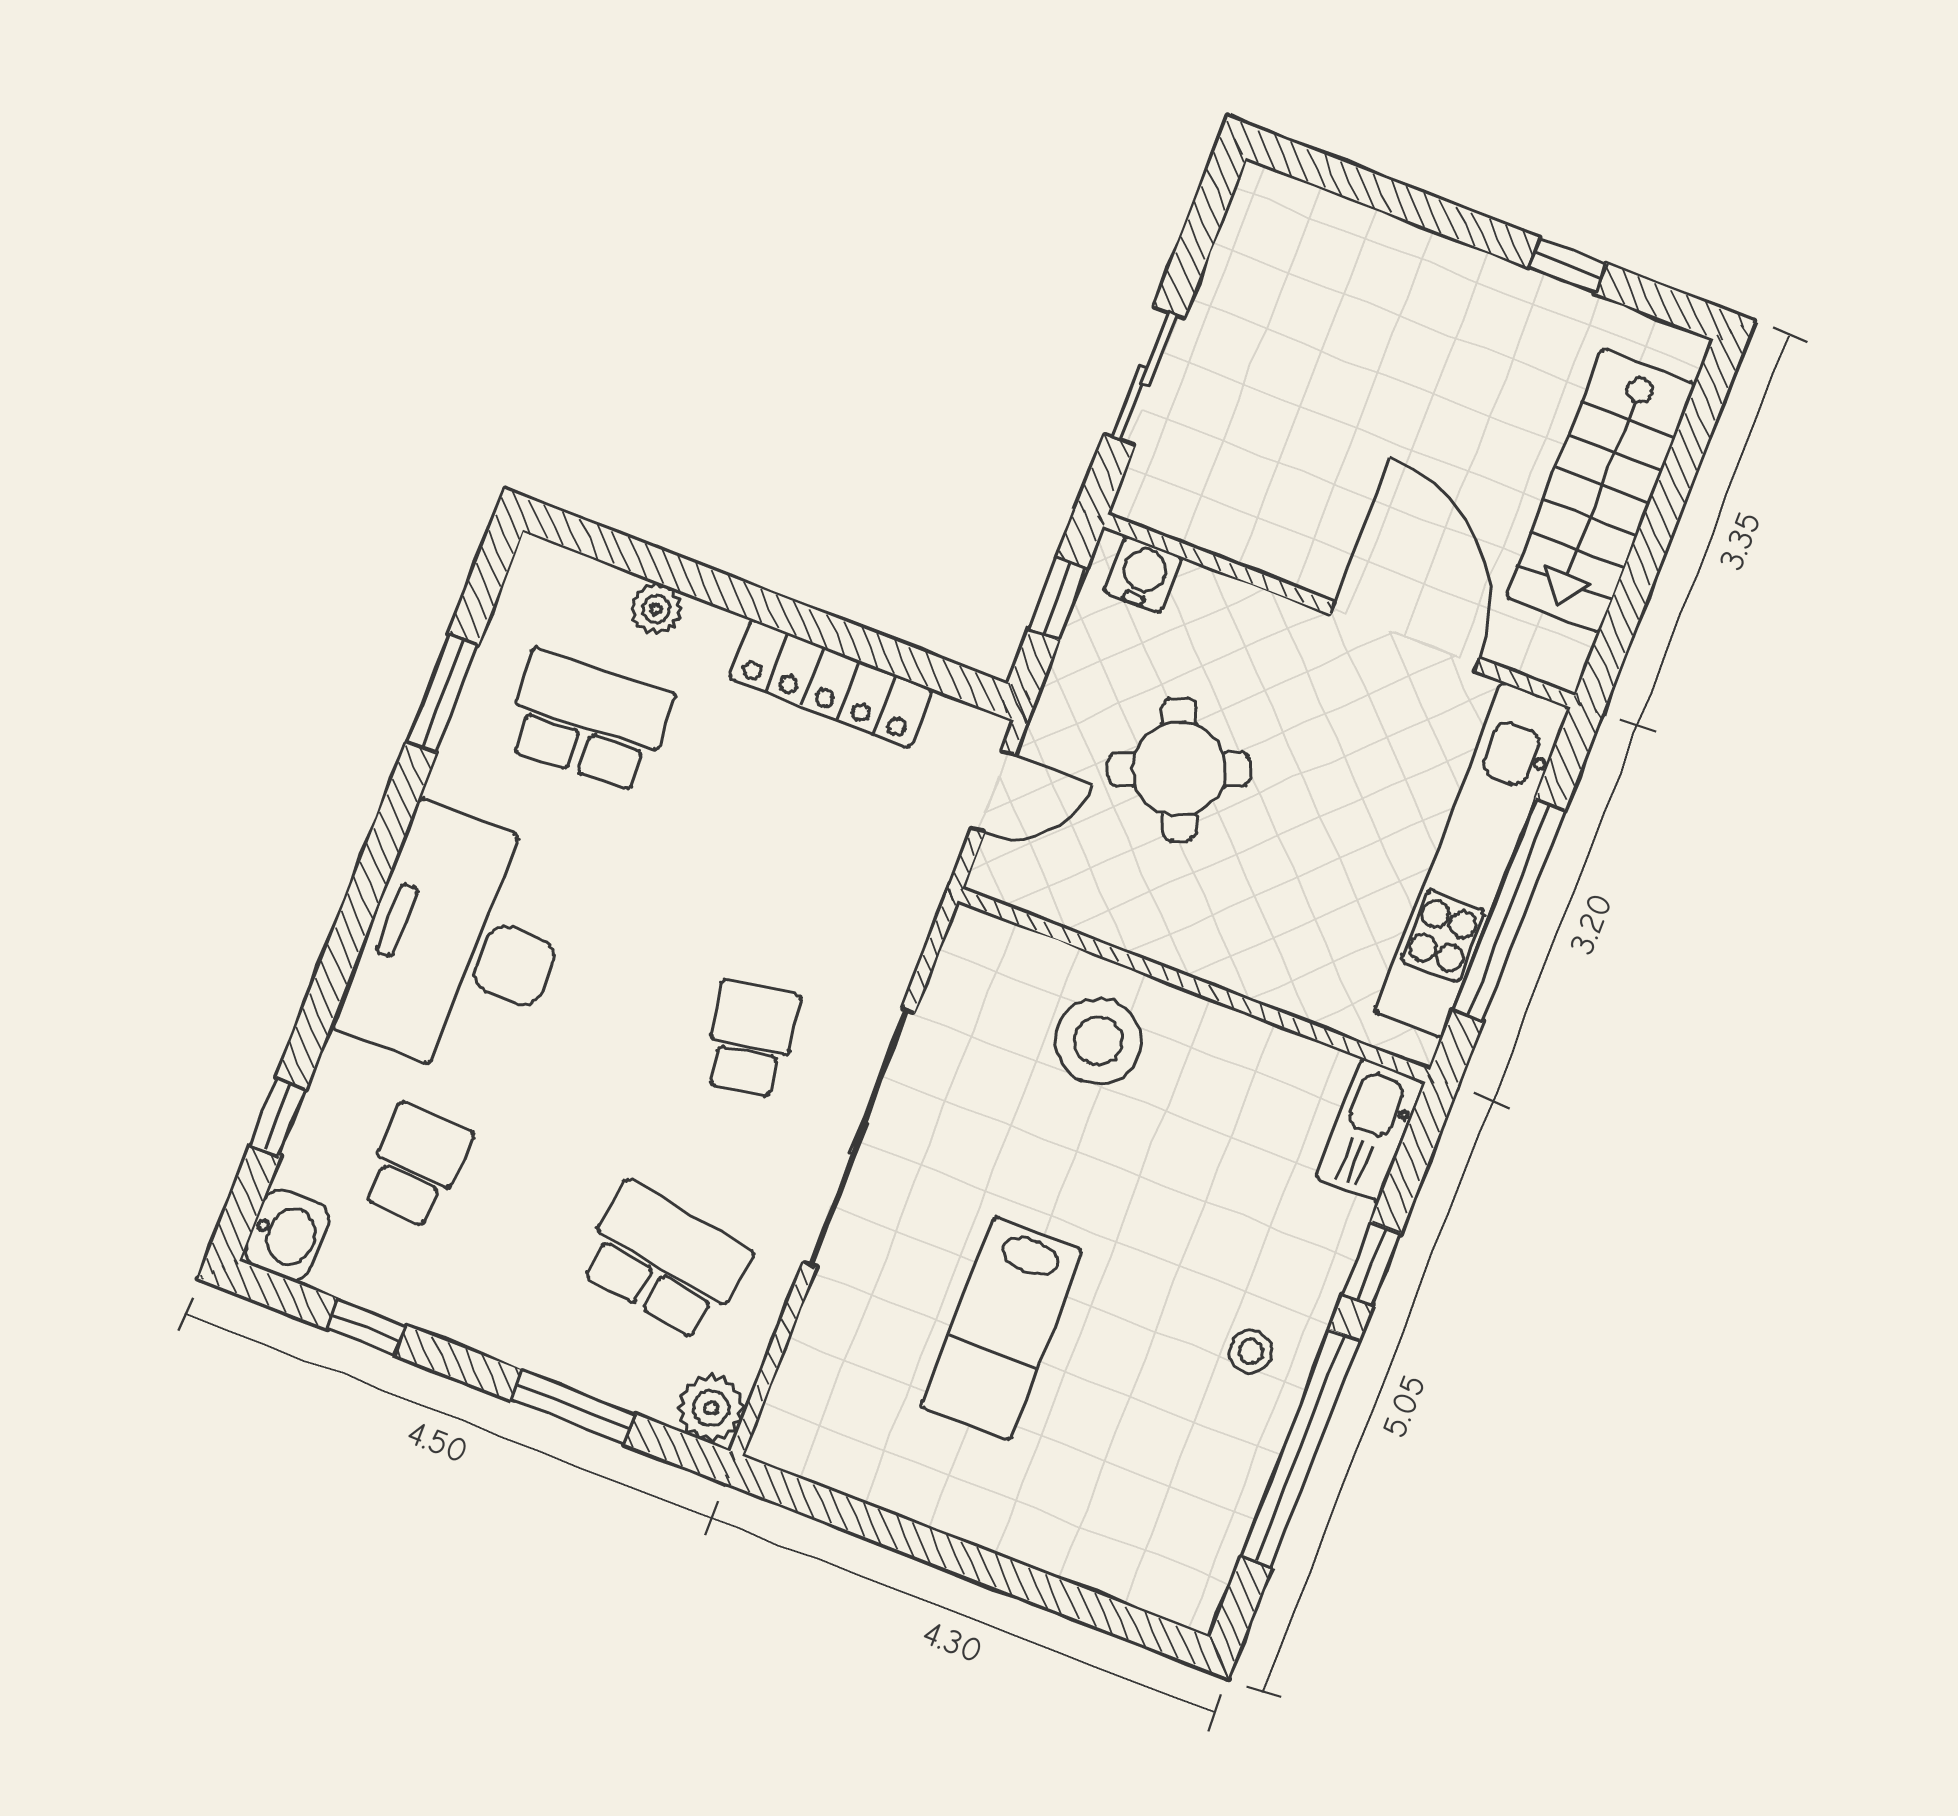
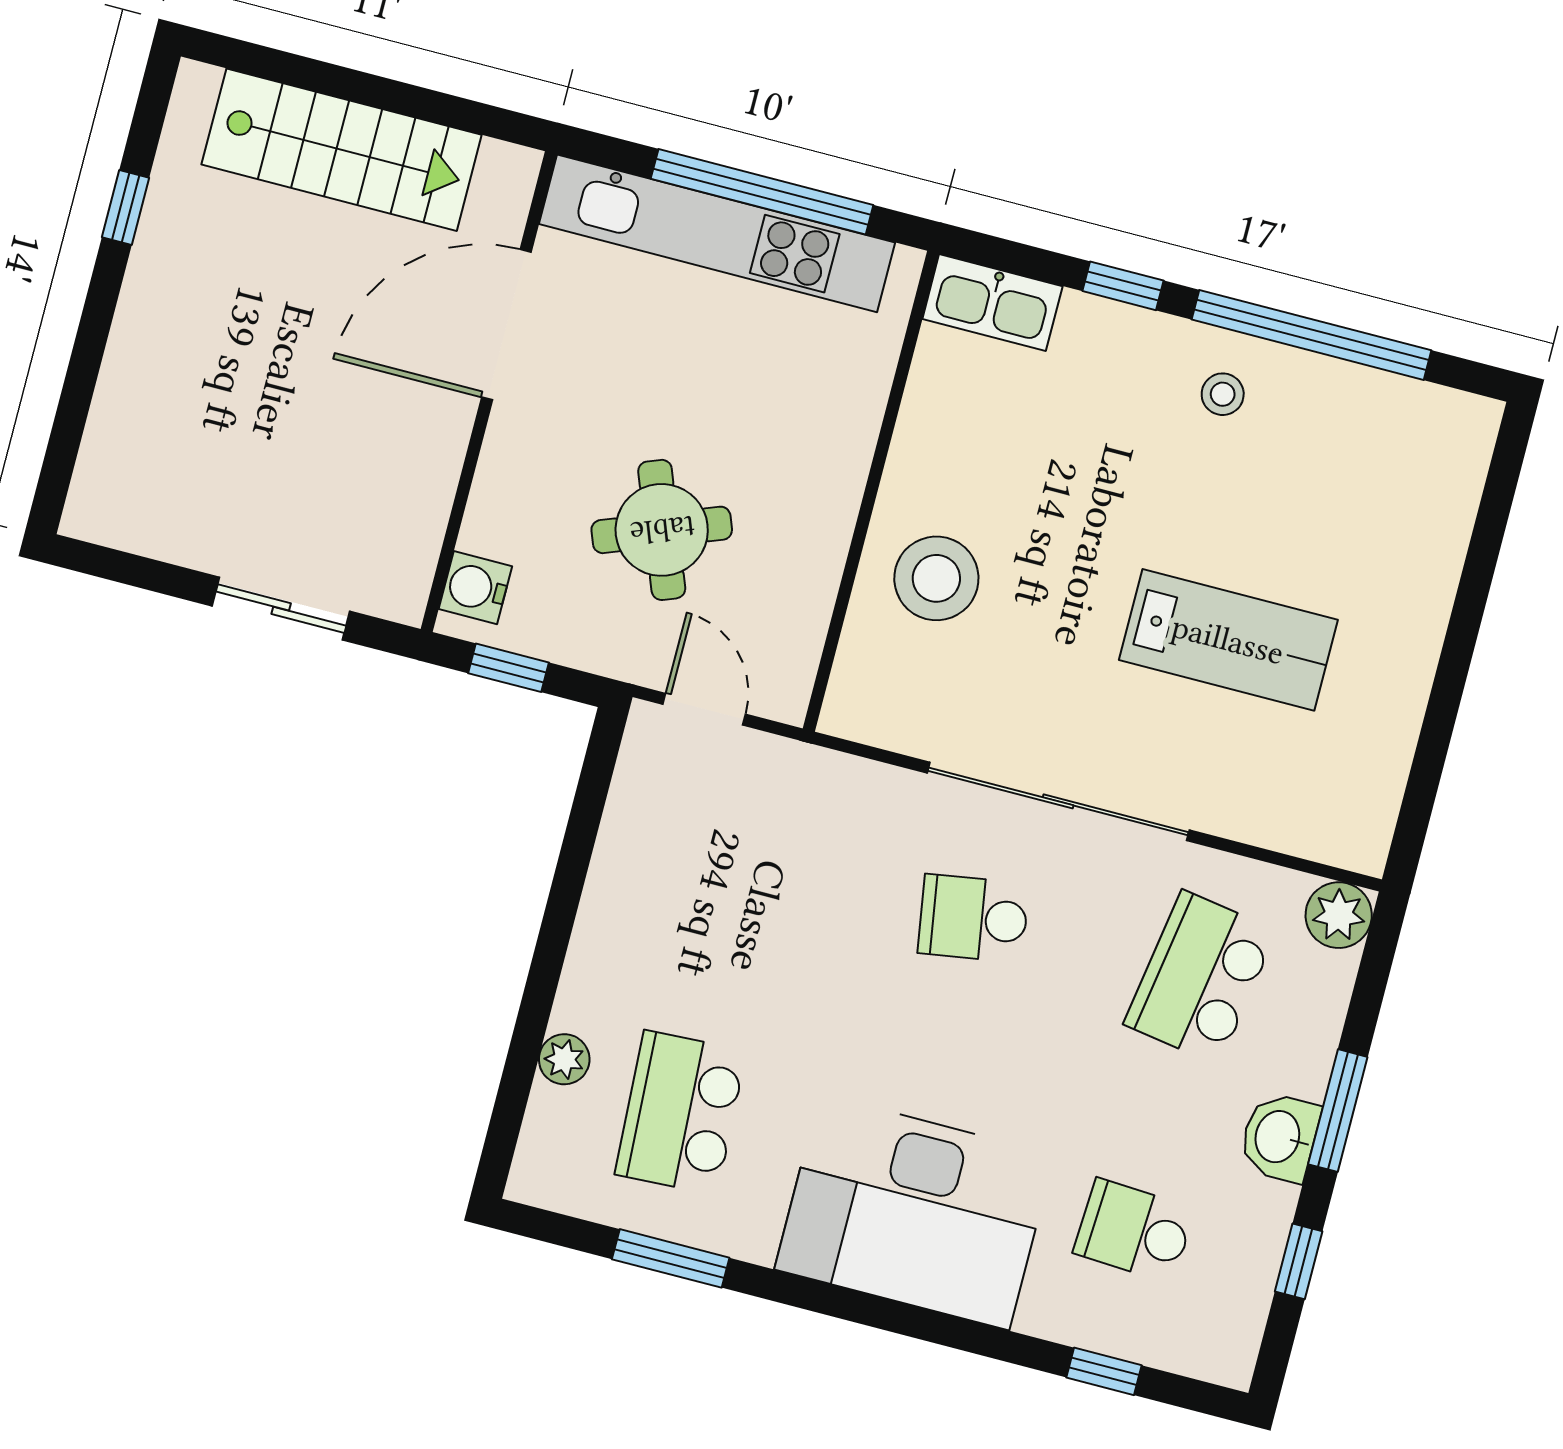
locker: (830, 684) -> (617, 881), removed
washbasin: (287, 1235) -> (1279, 1137), moved, turned -90
window: (573, 1407) -> (1338, 1111), moved

